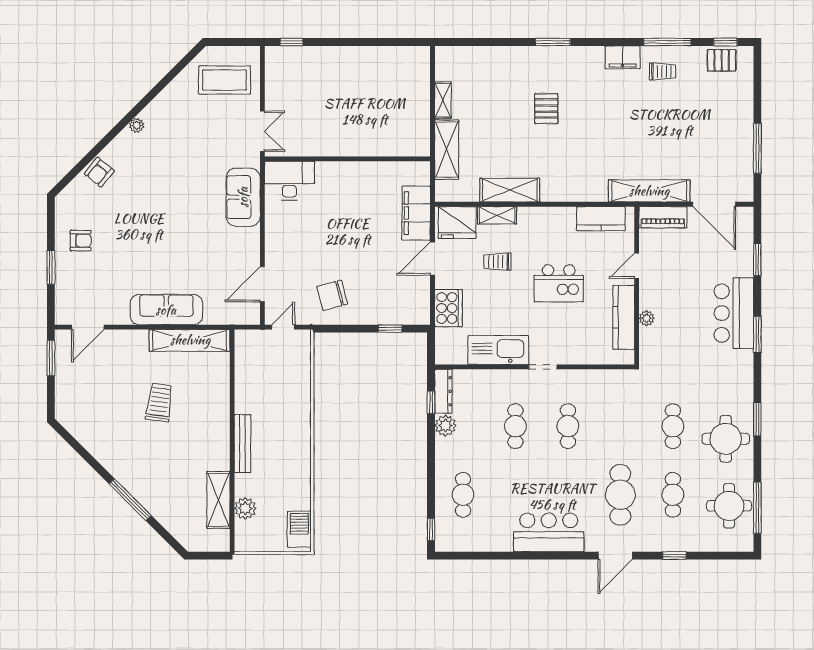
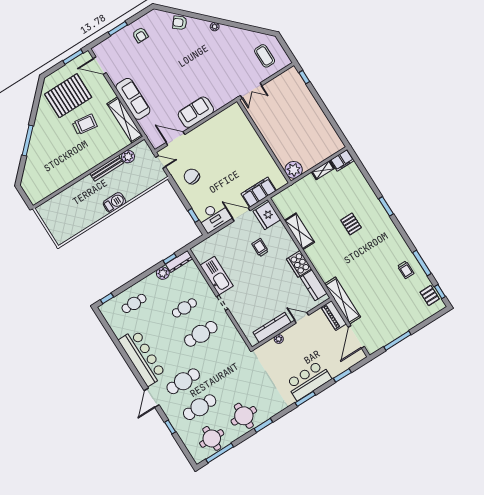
filing cabinet: (623, 57) -> (342, 160), moved, turned -90
coffee table: (225, 80) -> (265, 56), width x0.73, depth x0.76
pallet: (546, 109) -> (351, 224), turned 90
plant: (416, 142) -> (294, 170), added
shelving: (447, 150) -> (300, 187), removed
desk: (289, 181) -> (214, 217), moved, turned 90
sofa: (243, 197) -> (196, 112), moved
shelving: (497, 215) -> (283, 233), removed
kitchen island: (559, 283) -> (268, 285), removed
cooker: (448, 308) -> (299, 264), moved, turned 90
pallet: (103, 400) -> (68, 96), added
cafe table: (568, 426) -> (201, 334), width x1.37, depth x1.35
cafe table: (673, 426) -> (234, 386), removed
bench: (242, 444) -> (107, 168), moved
cafe table: (673, 495) -> (200, 407), width x1.37, depth x1.35
shelving: (218, 500) -> (55, 184), removed
plant: (245, 508) -> (128, 157), moved
barbecue: (299, 529) -> (114, 203), moved
bar counter: (549, 532) -> (142, 358), width x1.36
door: (615, 556) -> (152, 398), hinge flipped

